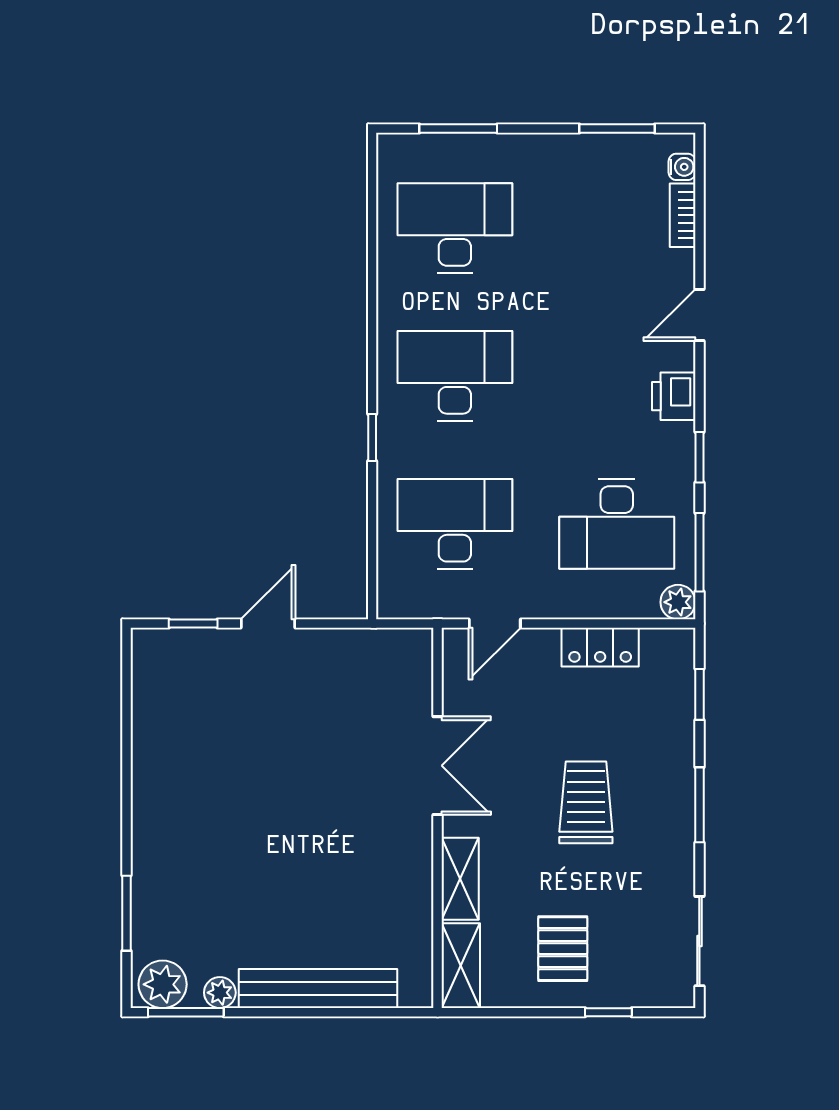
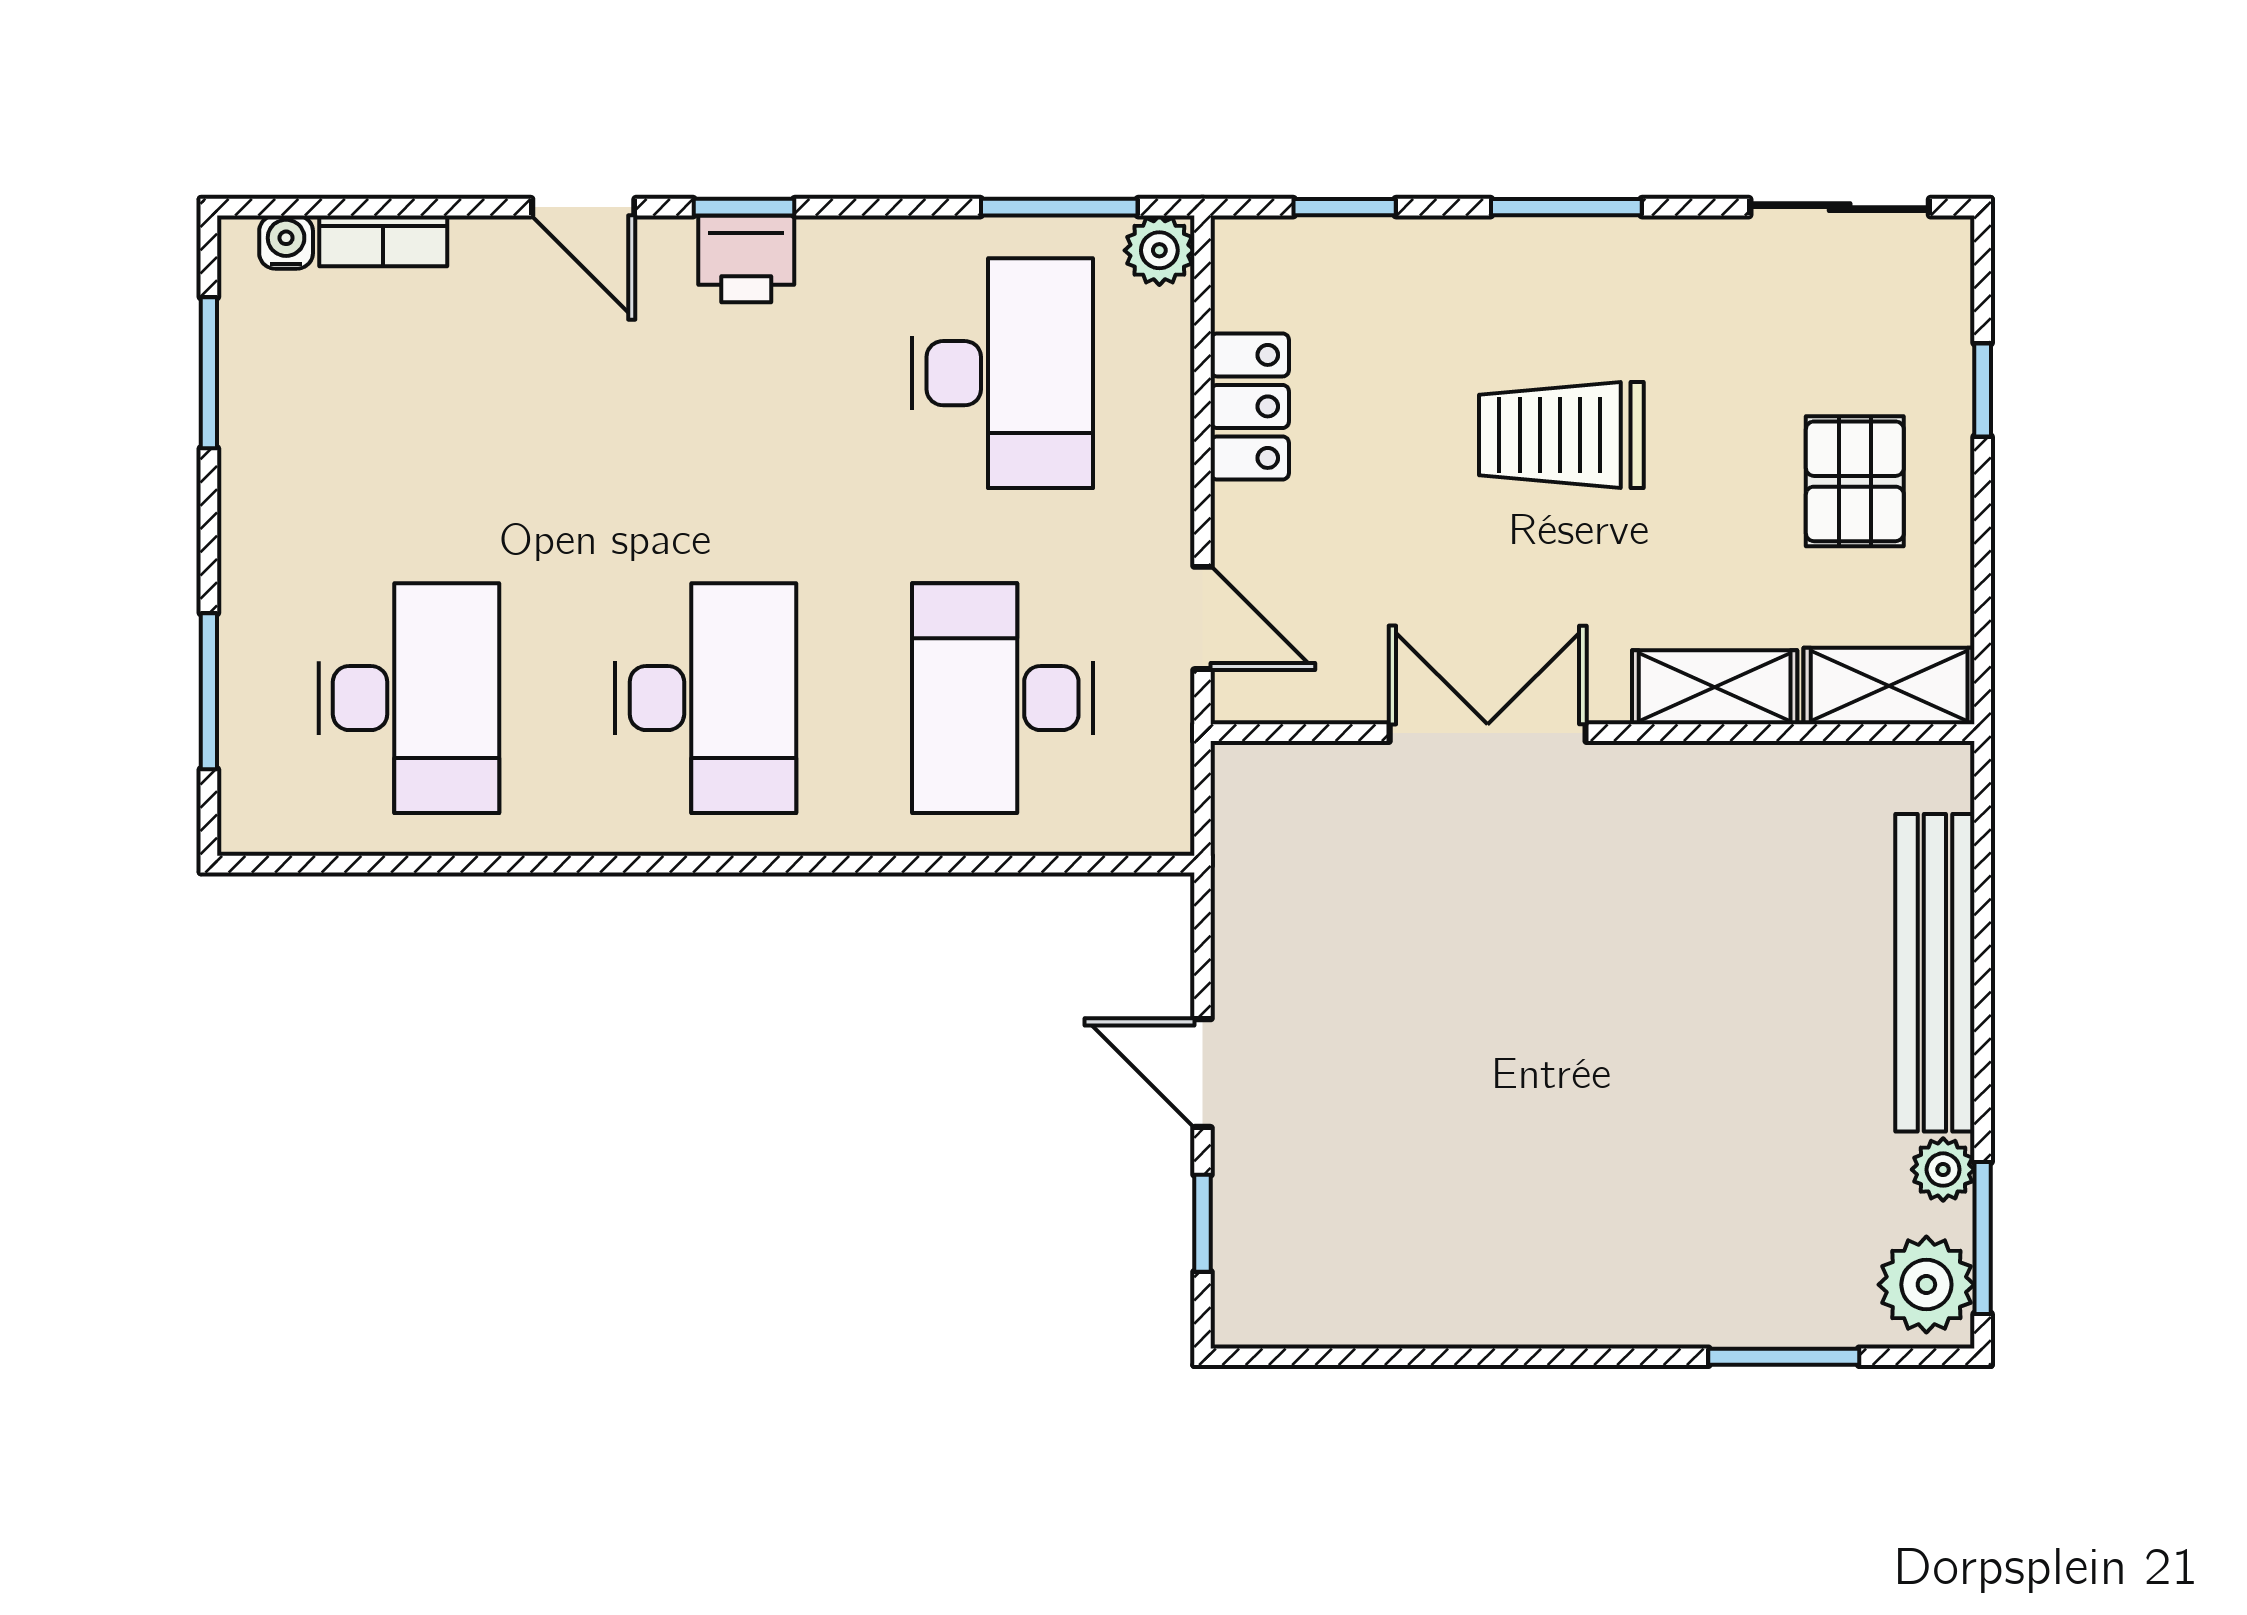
desk: (455, 228) -> (409, 698), turned 180
desk: (455, 376) -> (706, 698), turned 180
window: (372, 437) -> (829, 864), removed
window: (699, 457) -> (744, 207), moved
pallet: (563, 949) -> (1855, 481), turned 90

